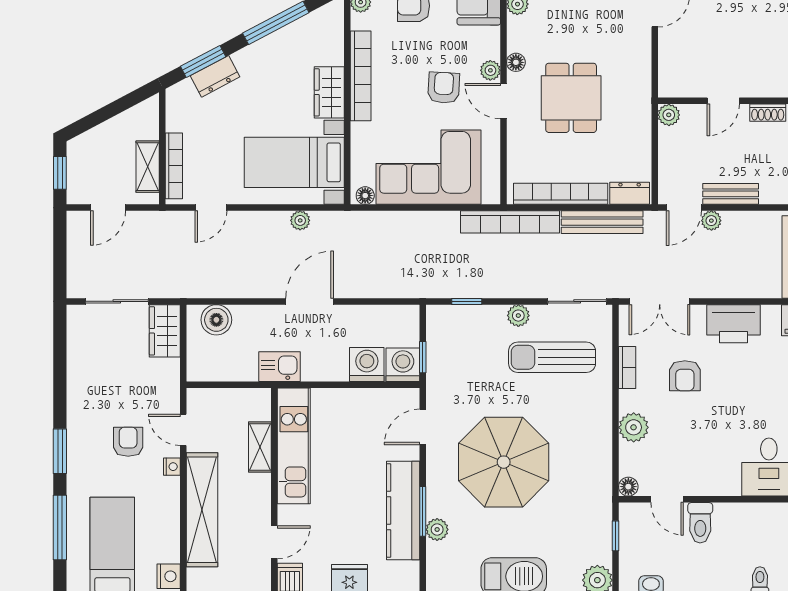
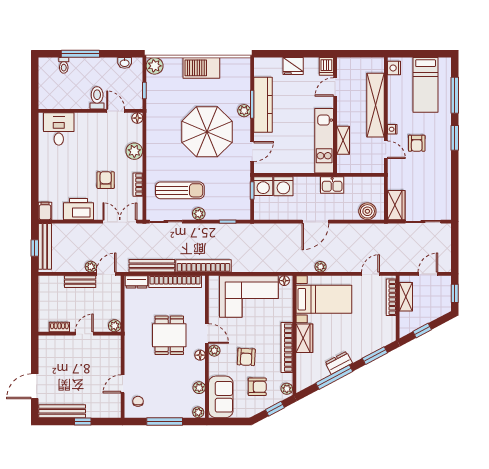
dresser: (215, 76) -> (339, 363), moved
armchair: (444, 88) -> (246, 357), moved
window: (118, 106) -> (422, 330), added
plant: (437, 530) -> (244, 111), moved

